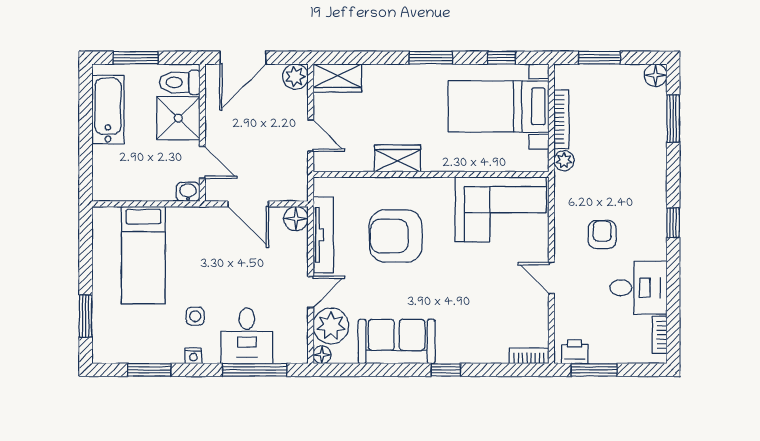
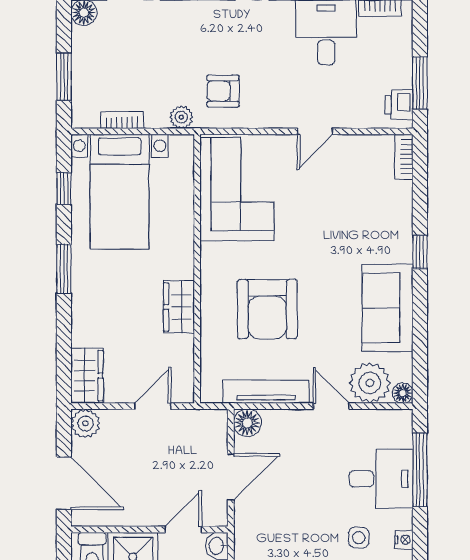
bookcase: (561, 119) -> (122, 120), width x0.64
armchair: (602, 235) -> (223, 91), moved

